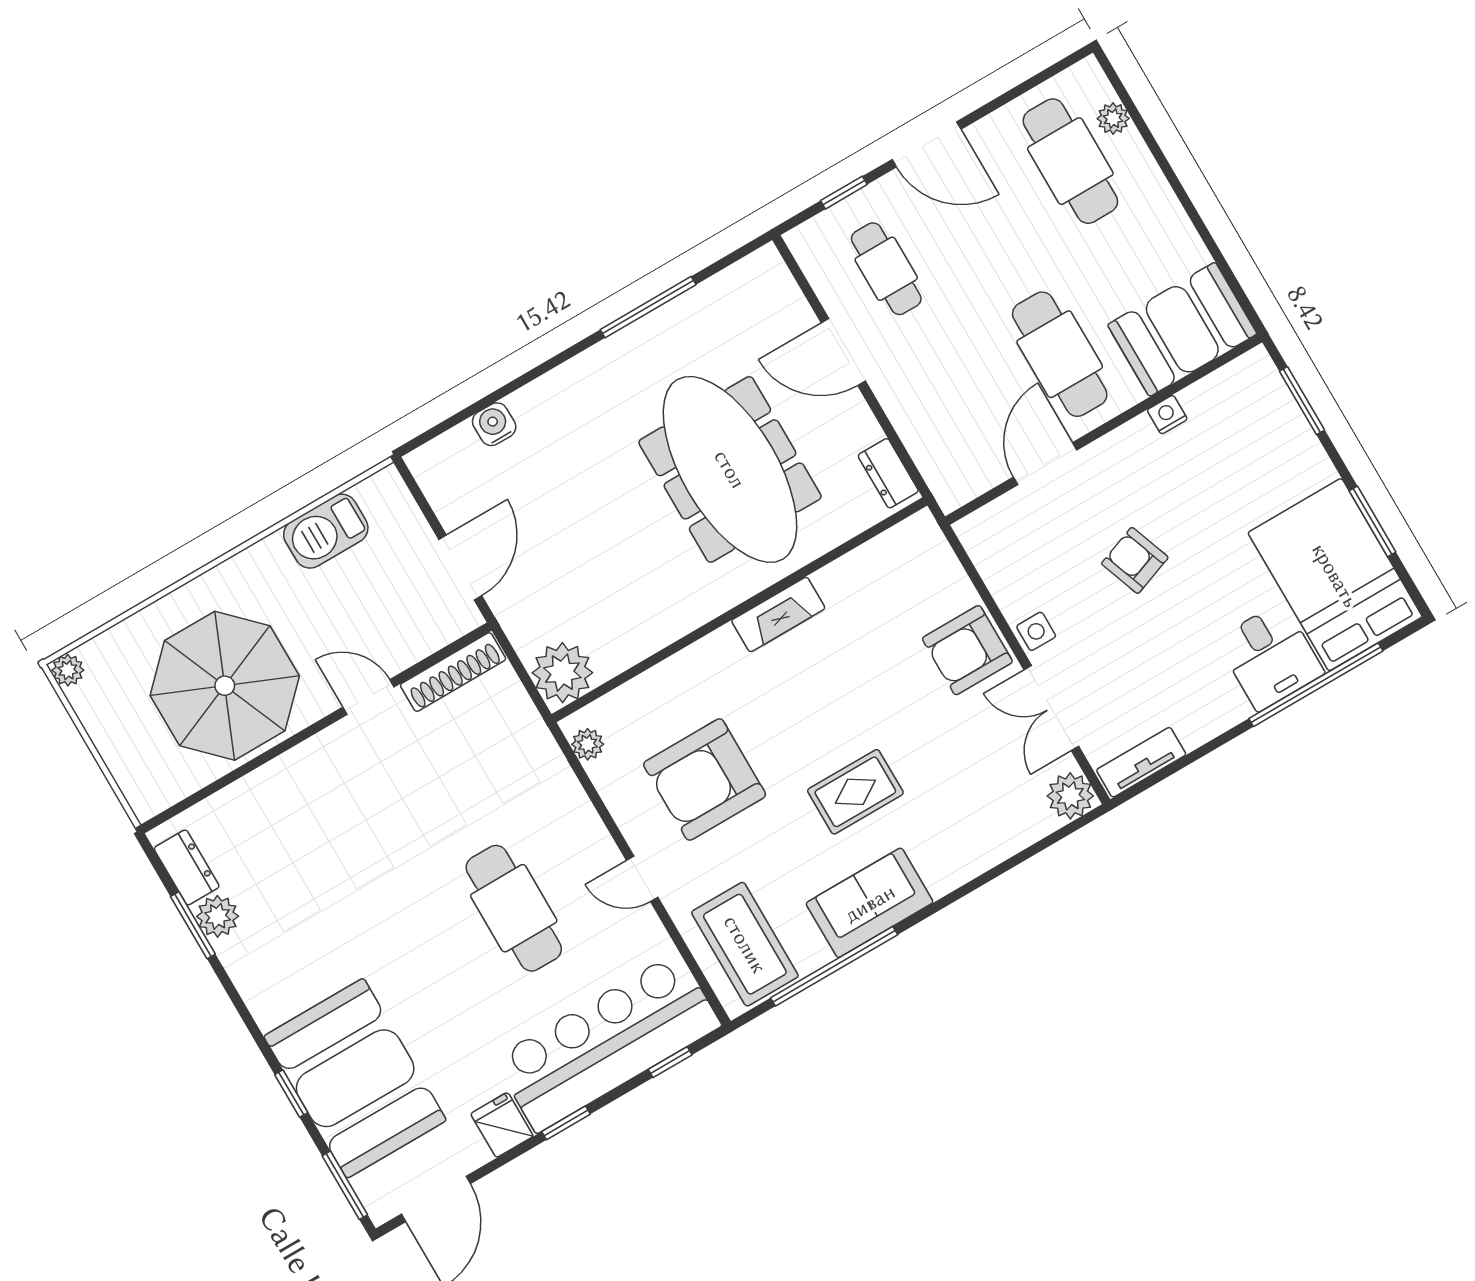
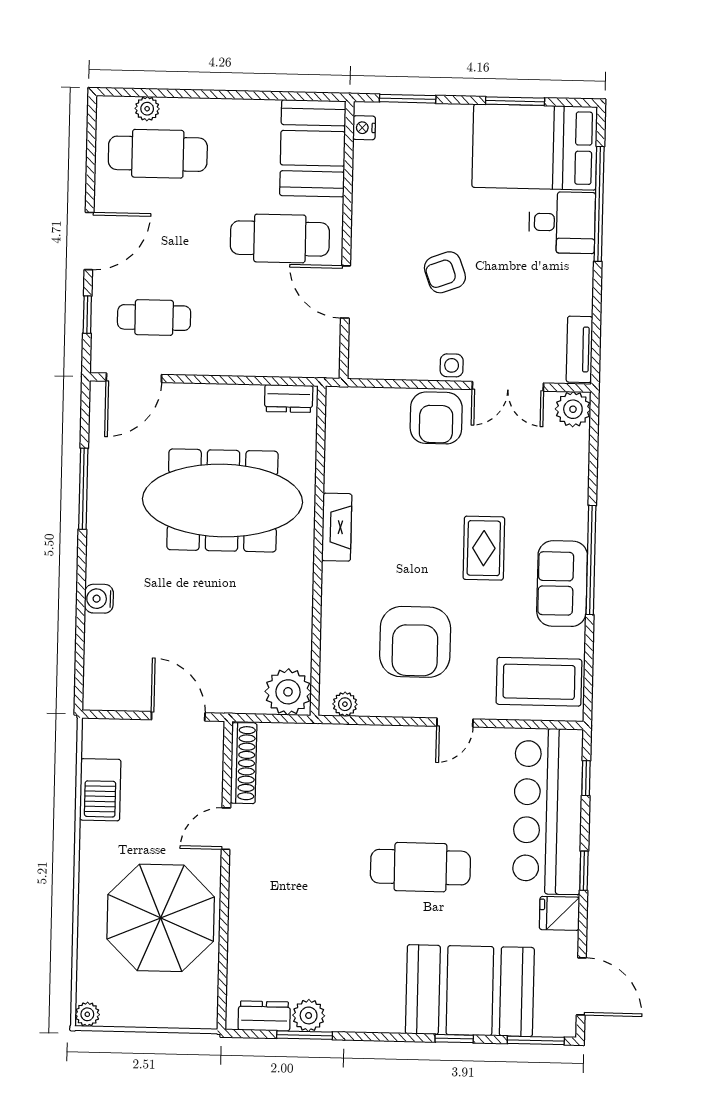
door: (843, 352) -> (134, 378), moved
nightstand: (1167, 415) -> (364, 128), moved
water cooler: (494, 424) -> (99, 599), moved
cafe table: (514, 908) -> (420, 867), moved
window: (834, 966) -> (591, 560), moved

